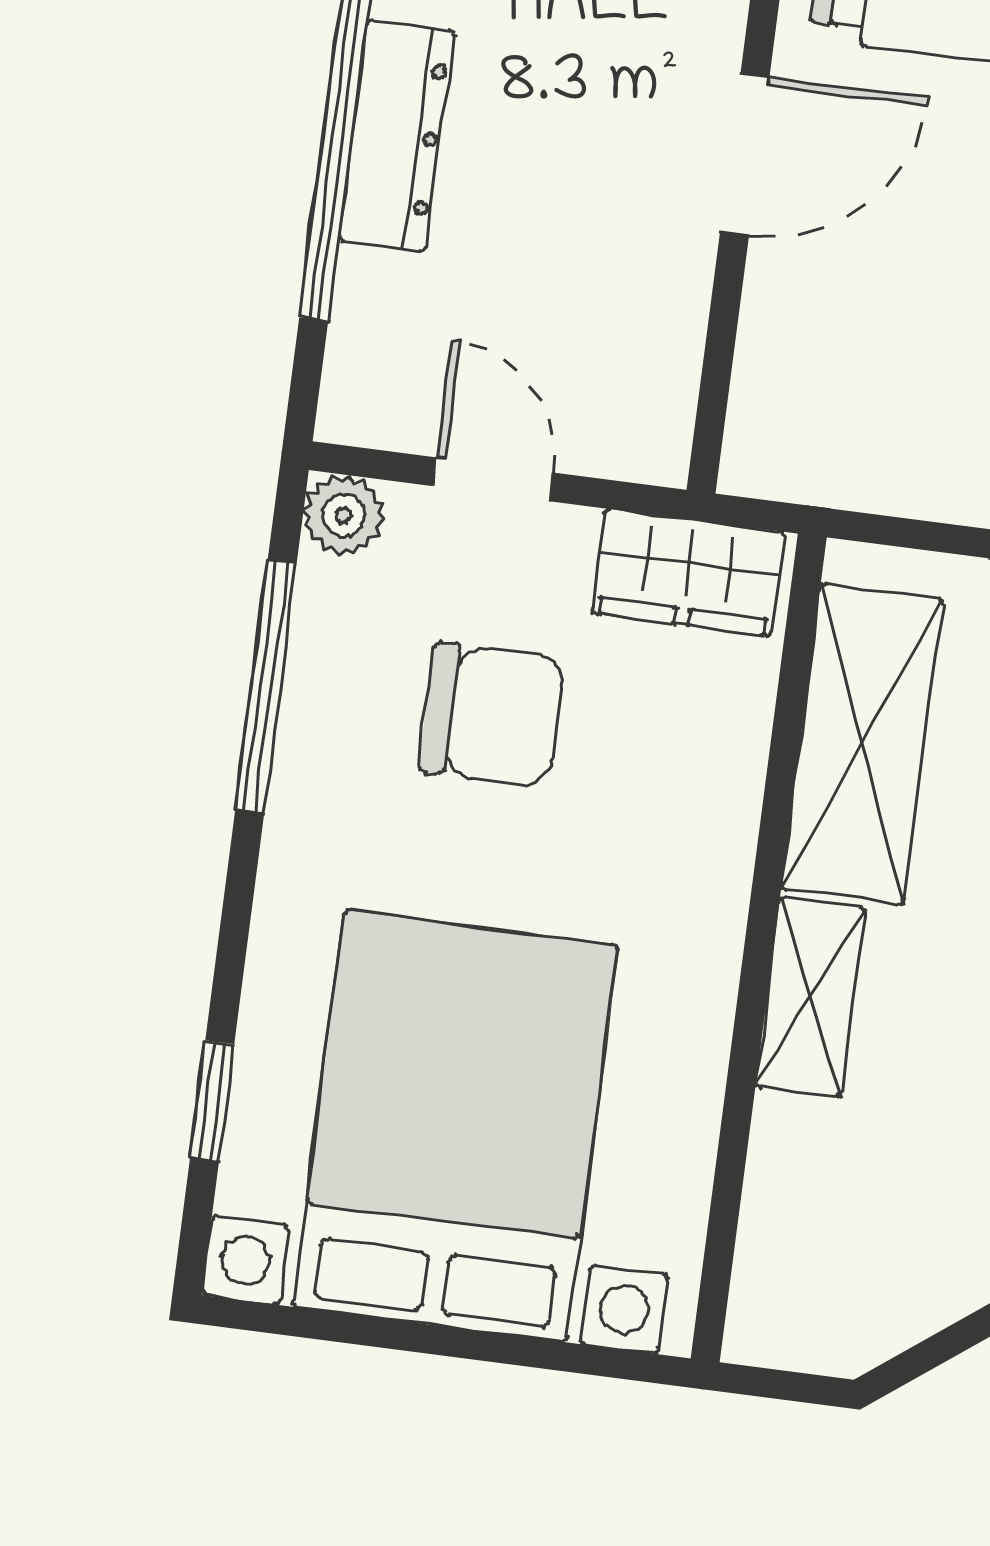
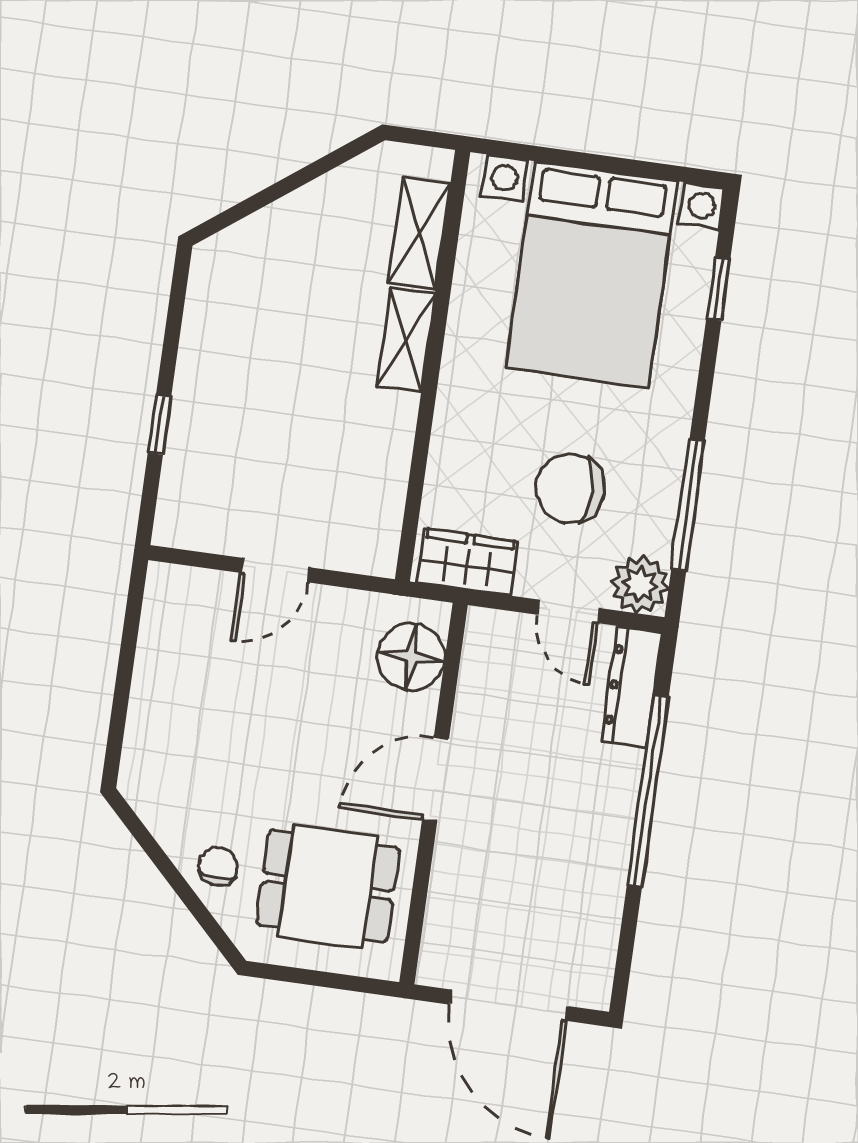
dresser: (396, 136) -> (632, 687), moved
floor lamp: (794, 390) -> (411, 657), added
plant: (343, 515) -> (640, 585), width x1.38, depth x1.38
shelving: (862, 744) -> (419, 233), moved, width x0.67, depth x0.75

